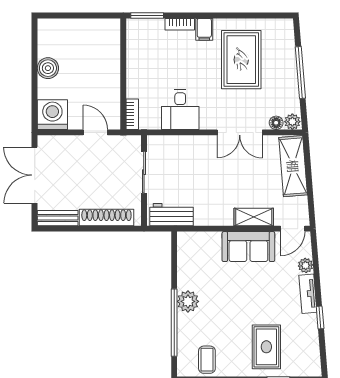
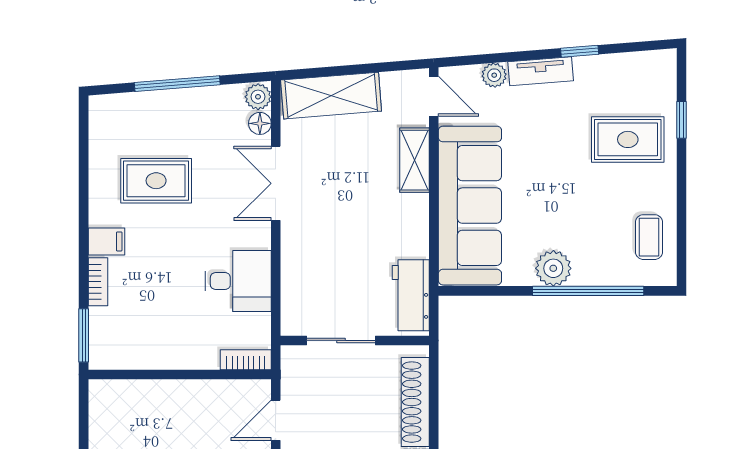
rug: (241, 60) -> (156, 181), width x0.73, depth x0.70
double door: (240, 132) -> (276, 183), swing flipped
sofa: (248, 247) -> (470, 206), width x1.85, depth x1.27
coffee table: (207, 360) -> (649, 237), turned 90

